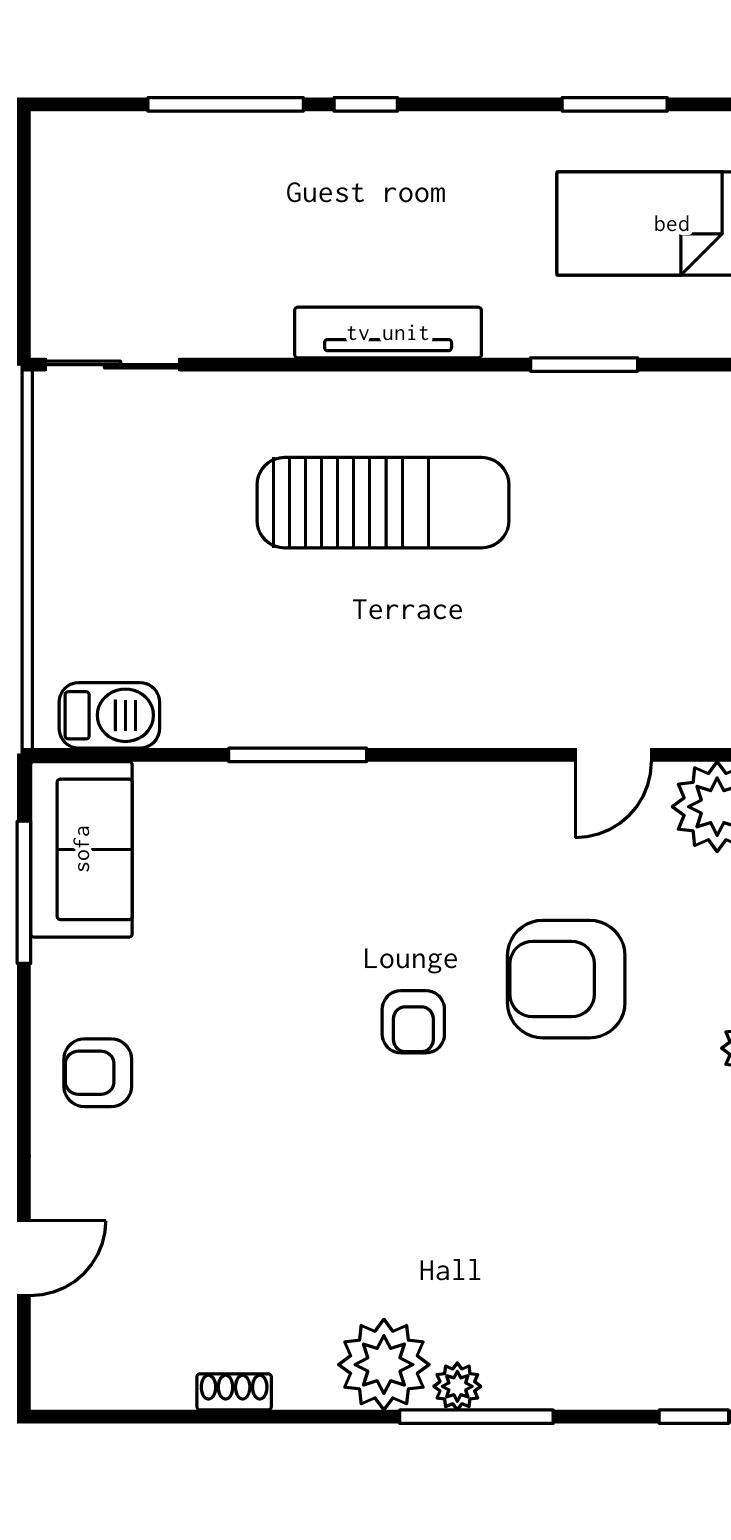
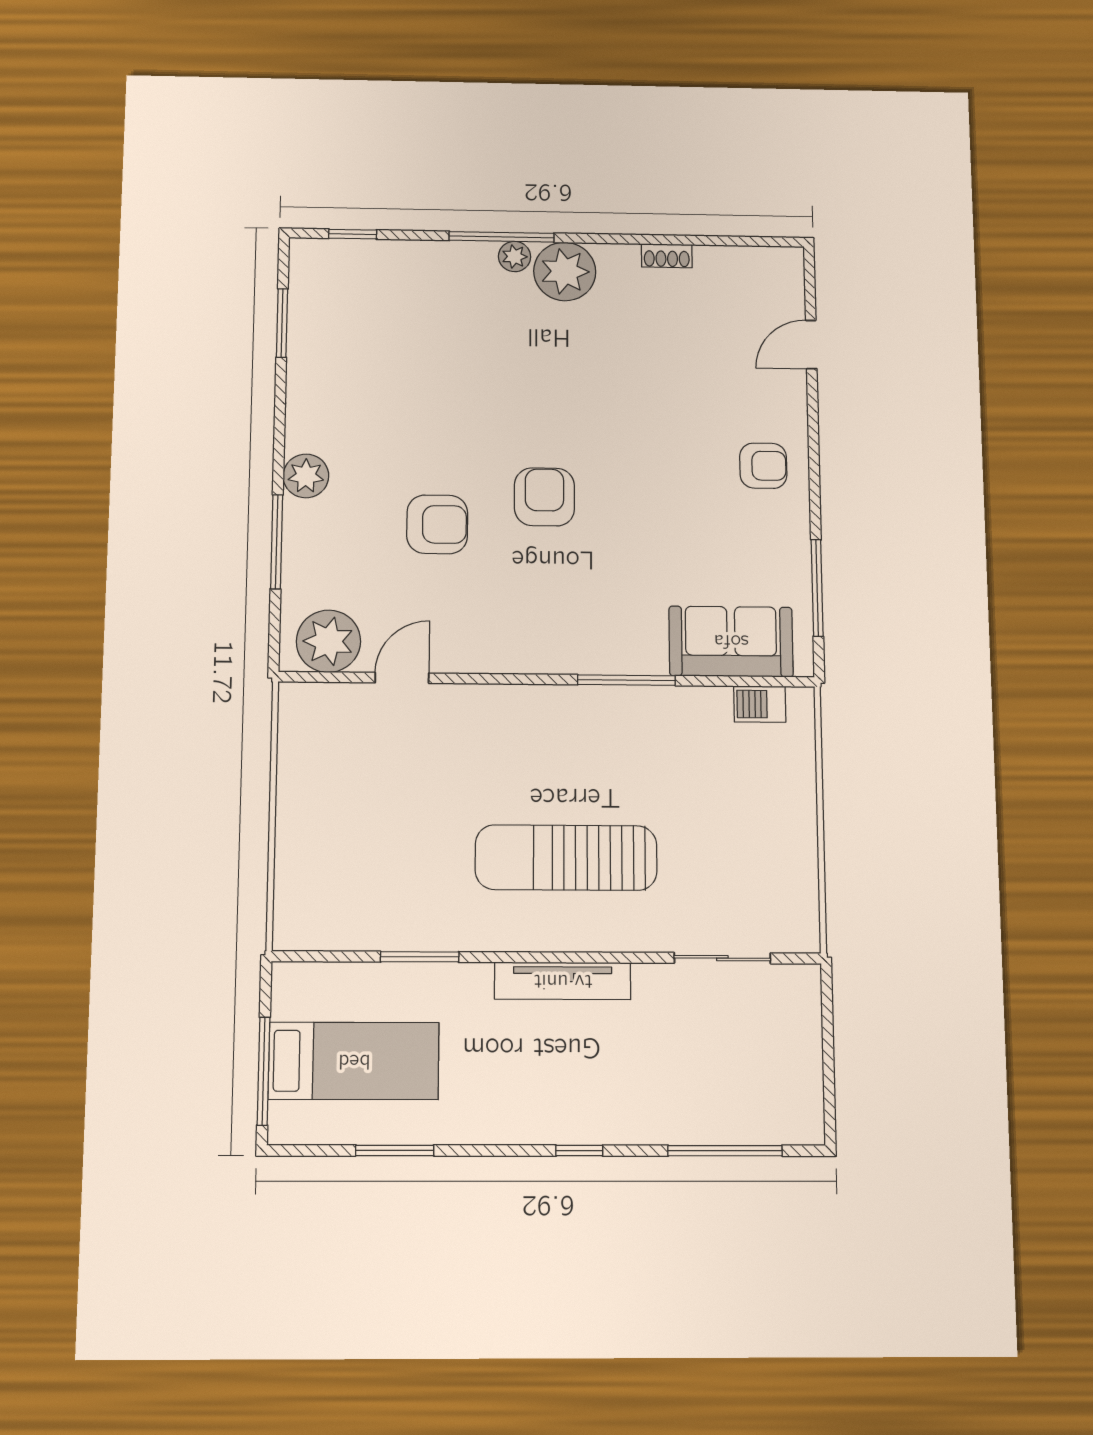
window: (226, 104) -> (725, 1151), moved
sliding door: (112, 365) -> (722, 958), moved
barbecue: (109, 715) -> (760, 704), width x0.73, depth x0.79
sofa: (81, 849) -> (731, 641), moved, turned 90
armchair: (566, 979) -> (437, 524), width x0.73, depth x0.73
armchair: (413, 1022) -> (544, 497), width x1.38, depth x1.38

